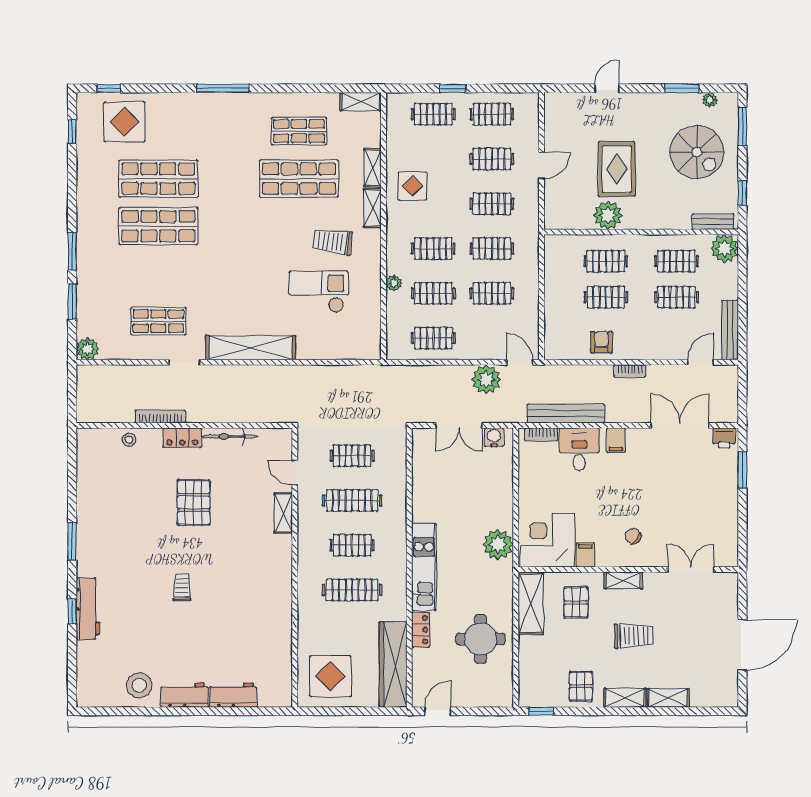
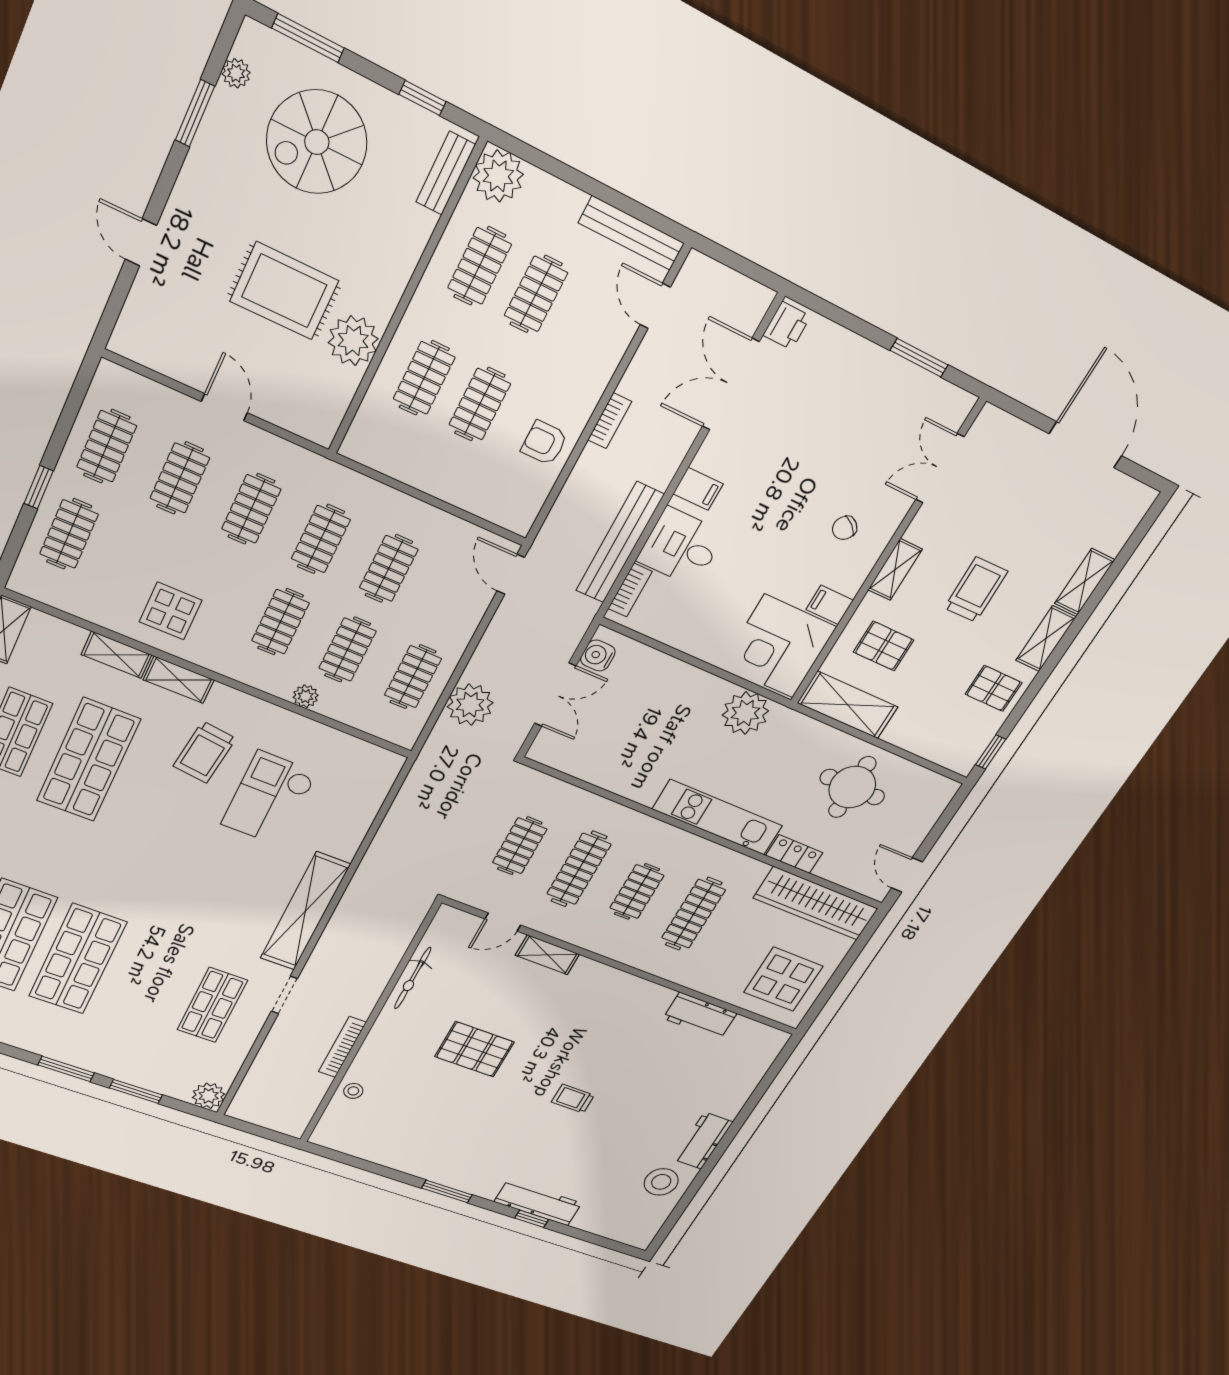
spiral stairs: (697, 152) -> (317, 142), turned 180
door: (520, 362) -> (511, 574), hinge flipped
plant: (486, 379) -> (470, 705), moved
locker: (182, 438) -> (384, 1032), removed
window: (742, 470) -> (919, 358), moved
workbench: (233, 695) -> (700, 1016), moved, turned -90

